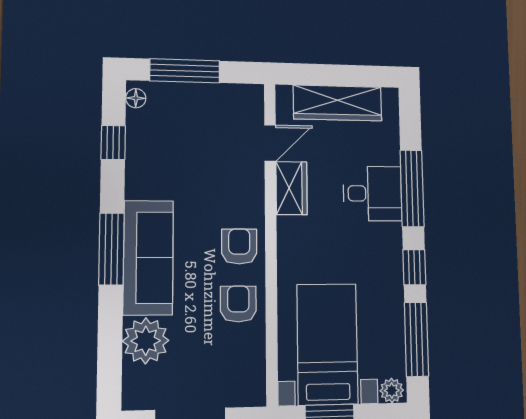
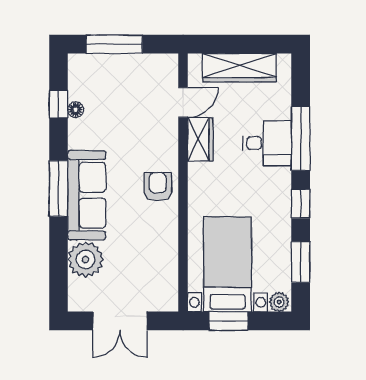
floor lamp: (136, 98) -> (76, 110), moved
armchair: (238, 304) -> (157, 232), removed
window: (416, 339) -> (301, 262), width x0.69

